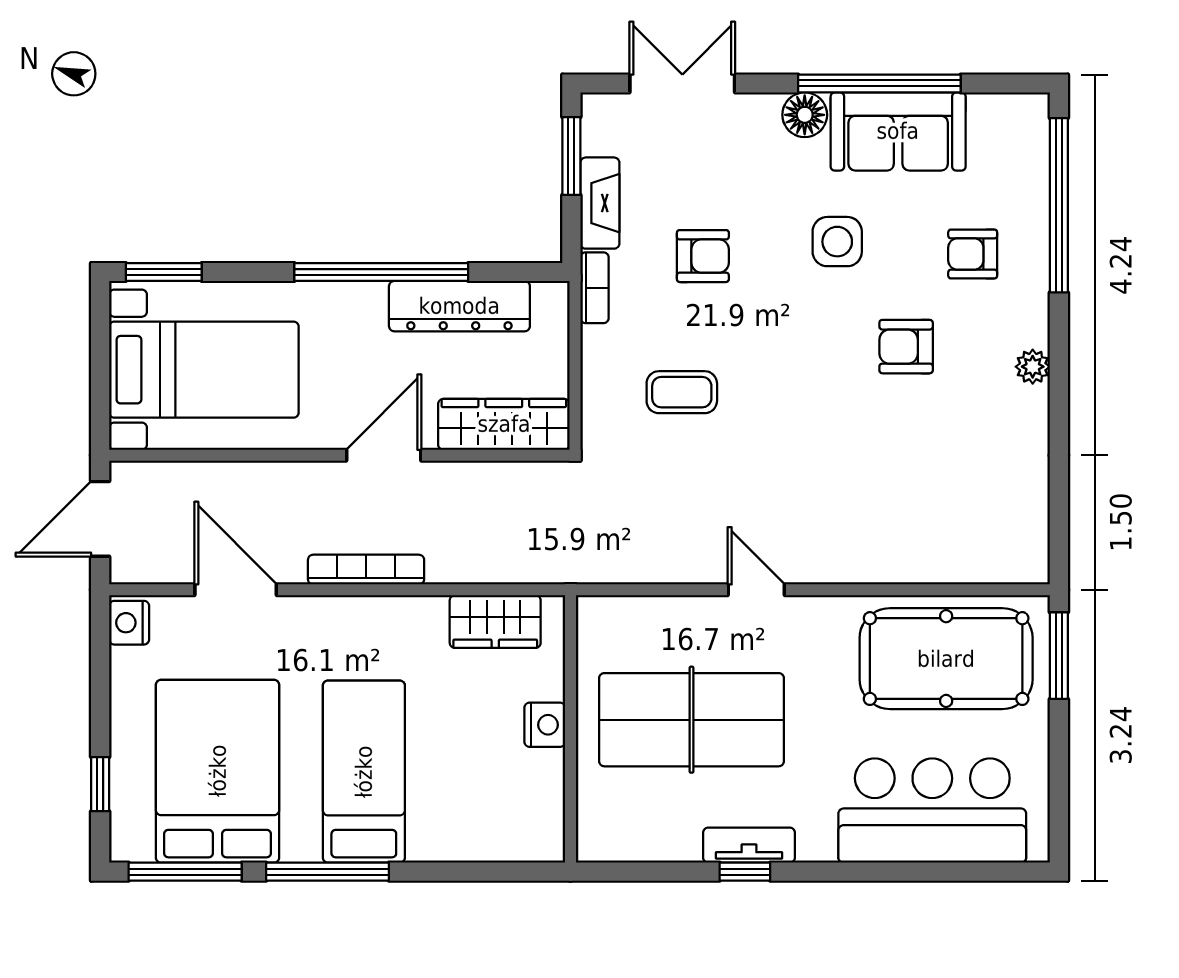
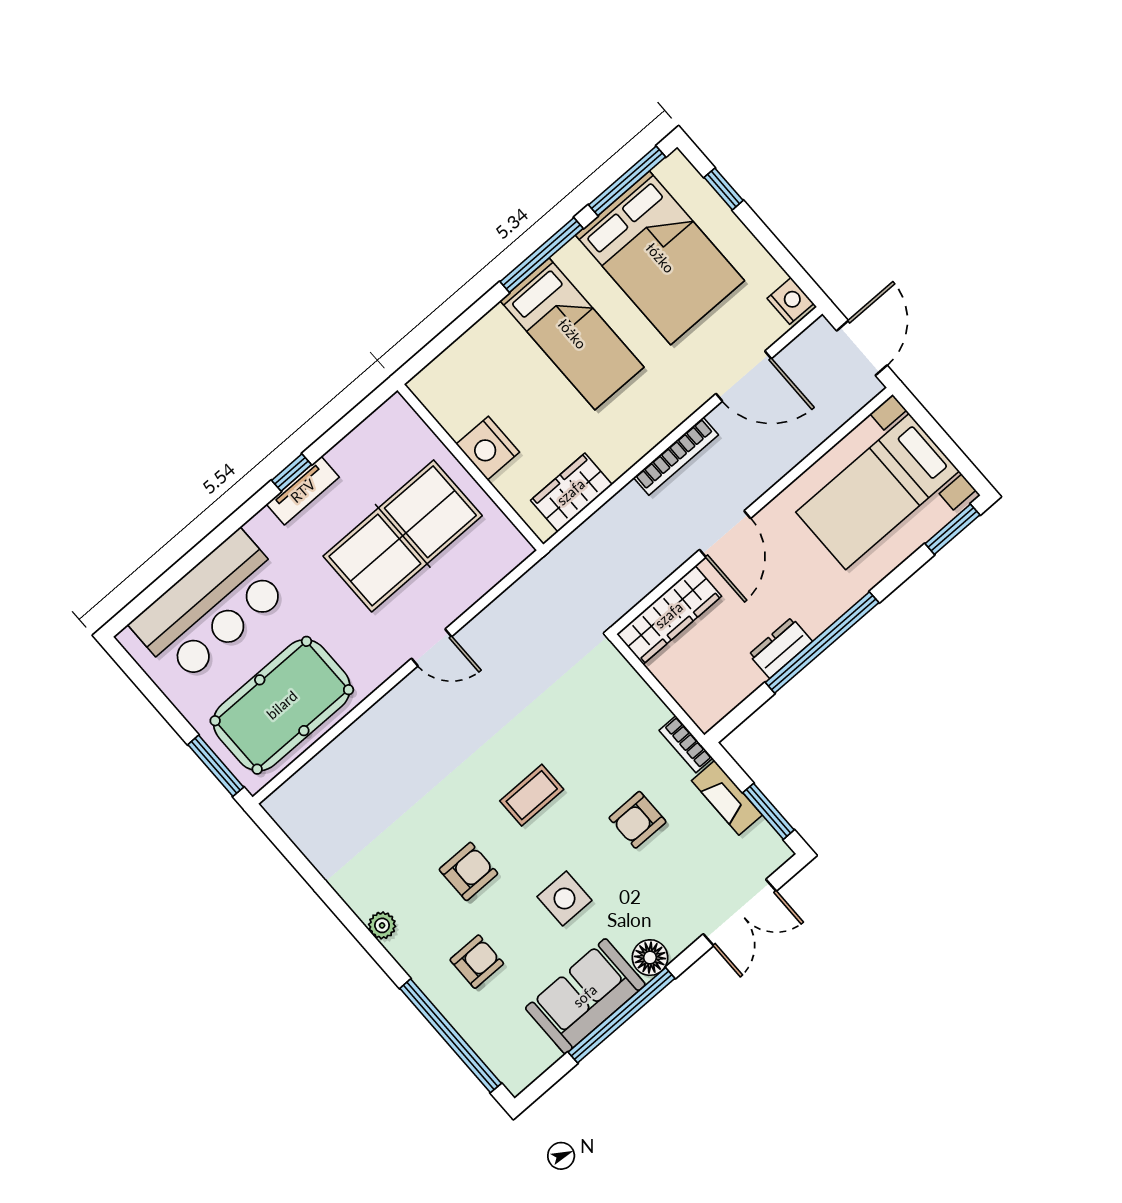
dresser: (459, 306) -> (781, 648), width x0.51, depth x0.80
coffee table: (682, 392) -> (532, 795), moved
nightstand: (545, 725) -> (488, 448), width x1.36, depth x1.33

